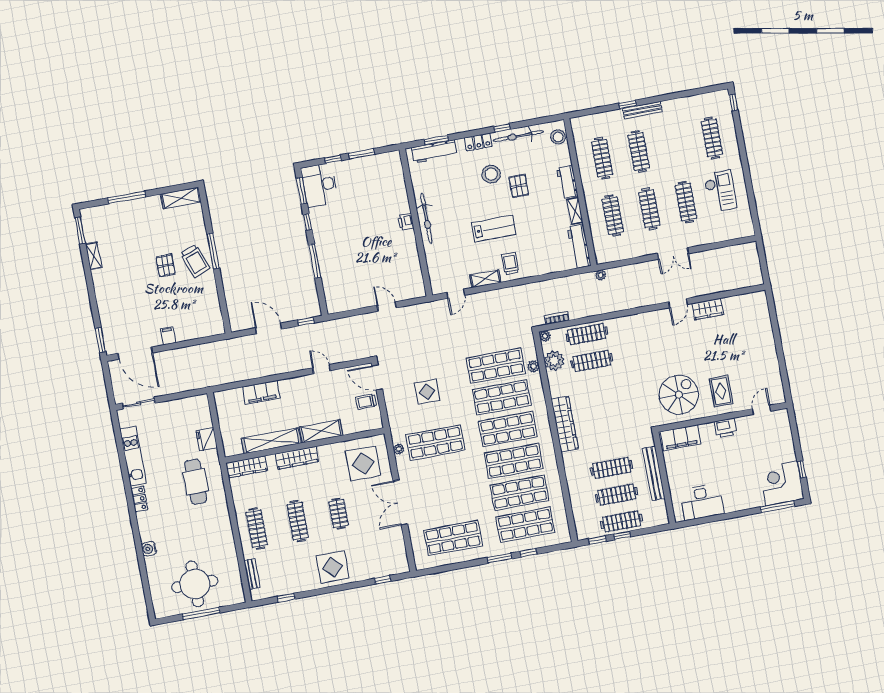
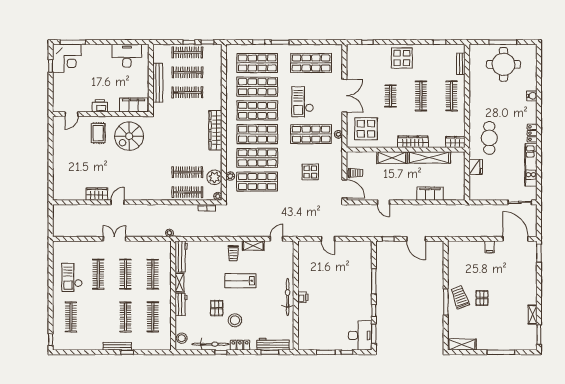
wardrobe: (247, 467) -> (455, 142), width x0.67
checkout: (455, 484) -> (303, 102), added

